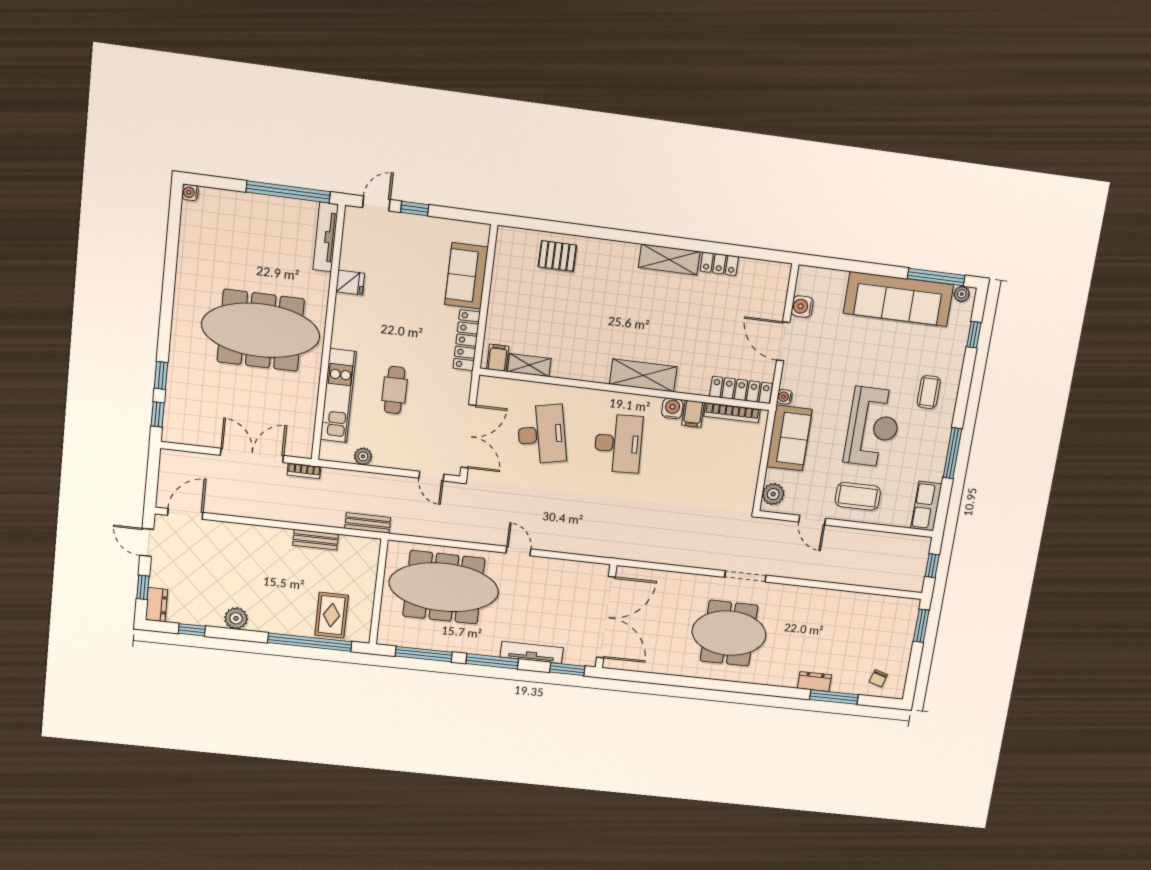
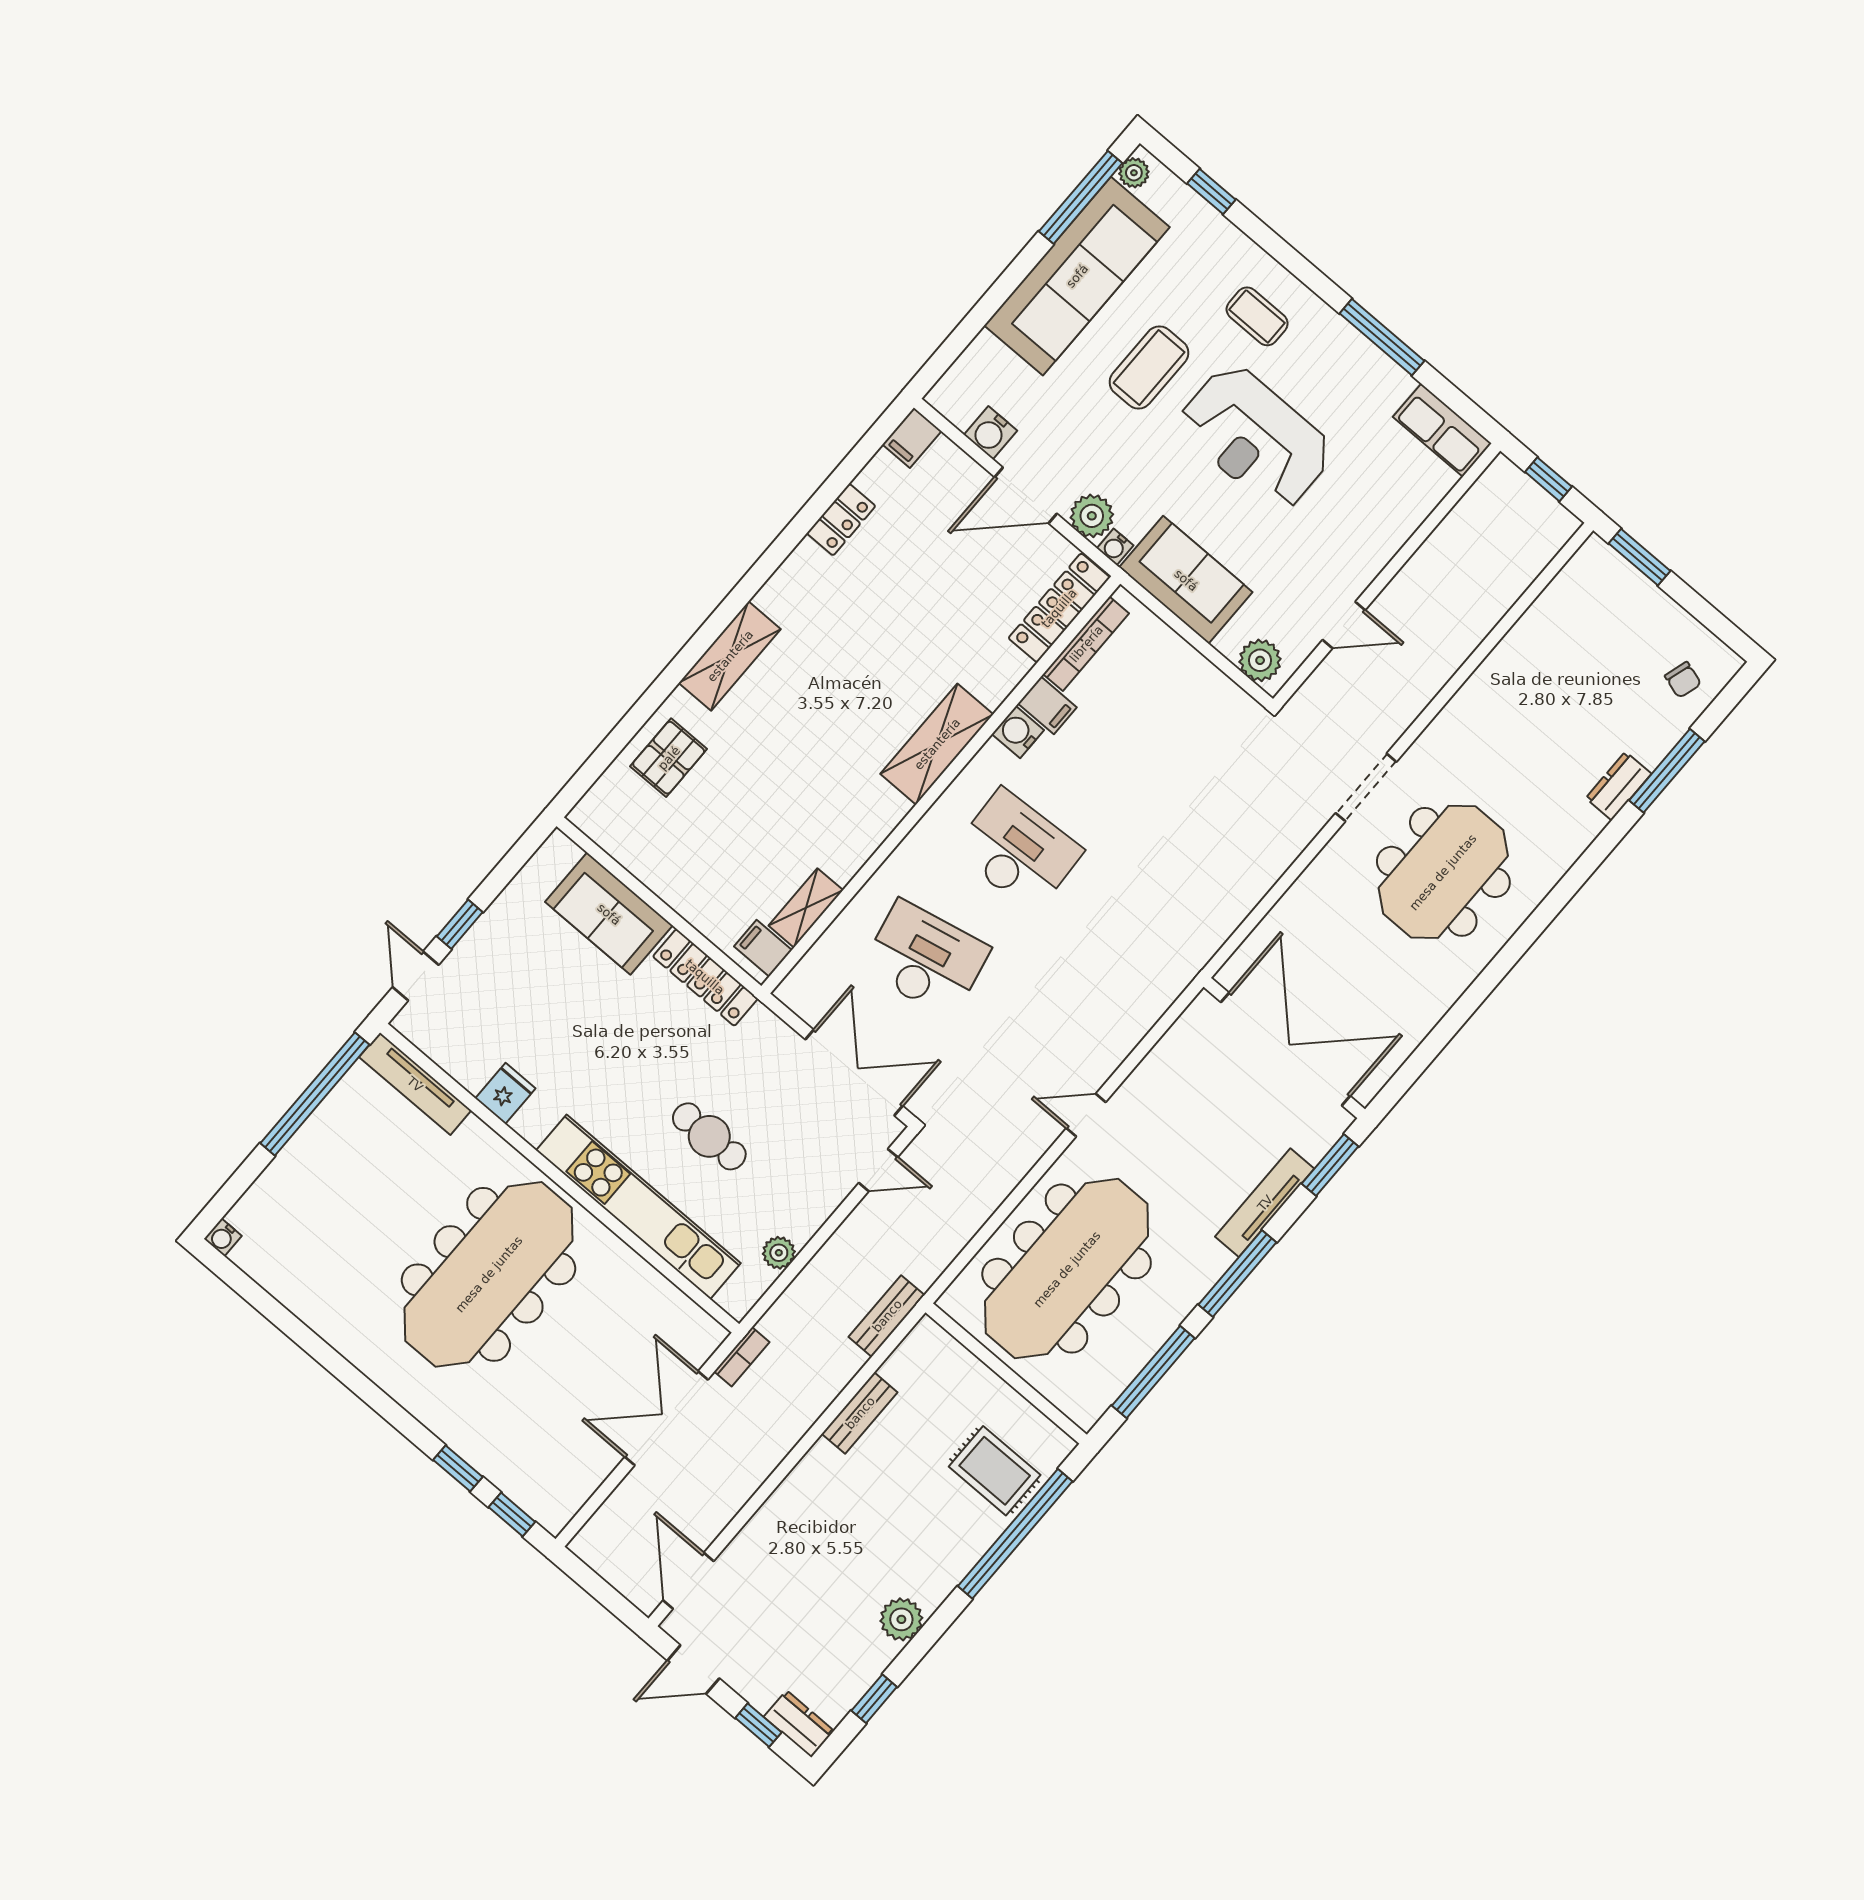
shelving: (669, 259) -> (730, 656), moved
filing cabinet: (778, 272) -> (912, 438), added
plant: (792, 377) -> (1092, 516), added
kitchen unit: (338, 396) -> (638, 1207), width x1.36
reception desk: (873, 427) -> (1256, 438), turned 180
coffee table: (858, 496) -> (1149, 367), moved

